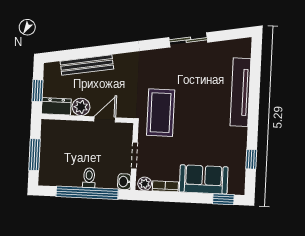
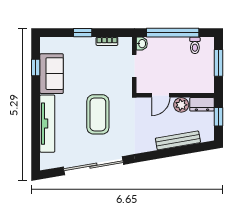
sliding door: (188, 40) -> (93, 166), width x1.86
coffee table: (161, 113) -> (98, 114), moved
toilet: (89, 178) -> (195, 45), moved
sofa: (204, 179) -> (52, 74), moved, turned -90
plant: (145, 184) -> (124, 43), removed
window: (223, 199) -> (83, 33), moved

